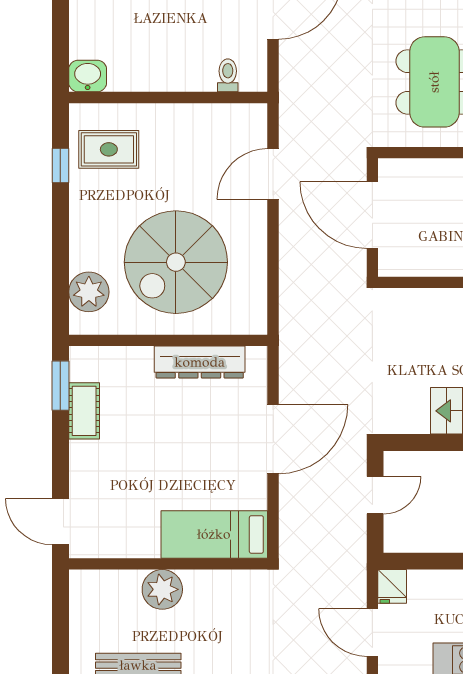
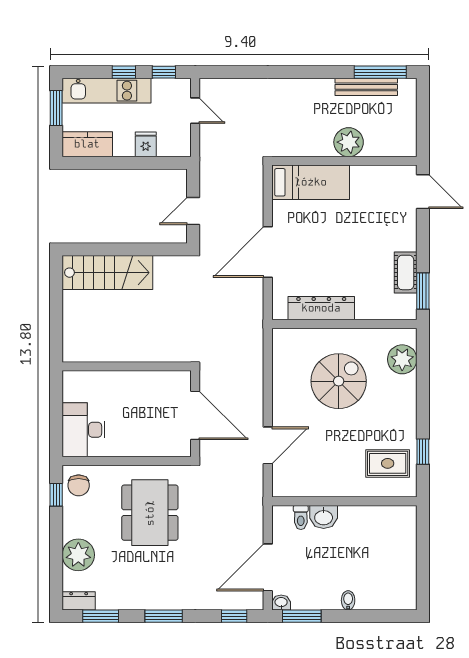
washbasin: (88, 76) -> (324, 517), moved
spiral stairs: (176, 262) -> (339, 381), width x0.73, depth x0.73
fridge: (392, 586) -> (146, 144), moved
door: (372, 633) -> (195, 111), width x0.73

